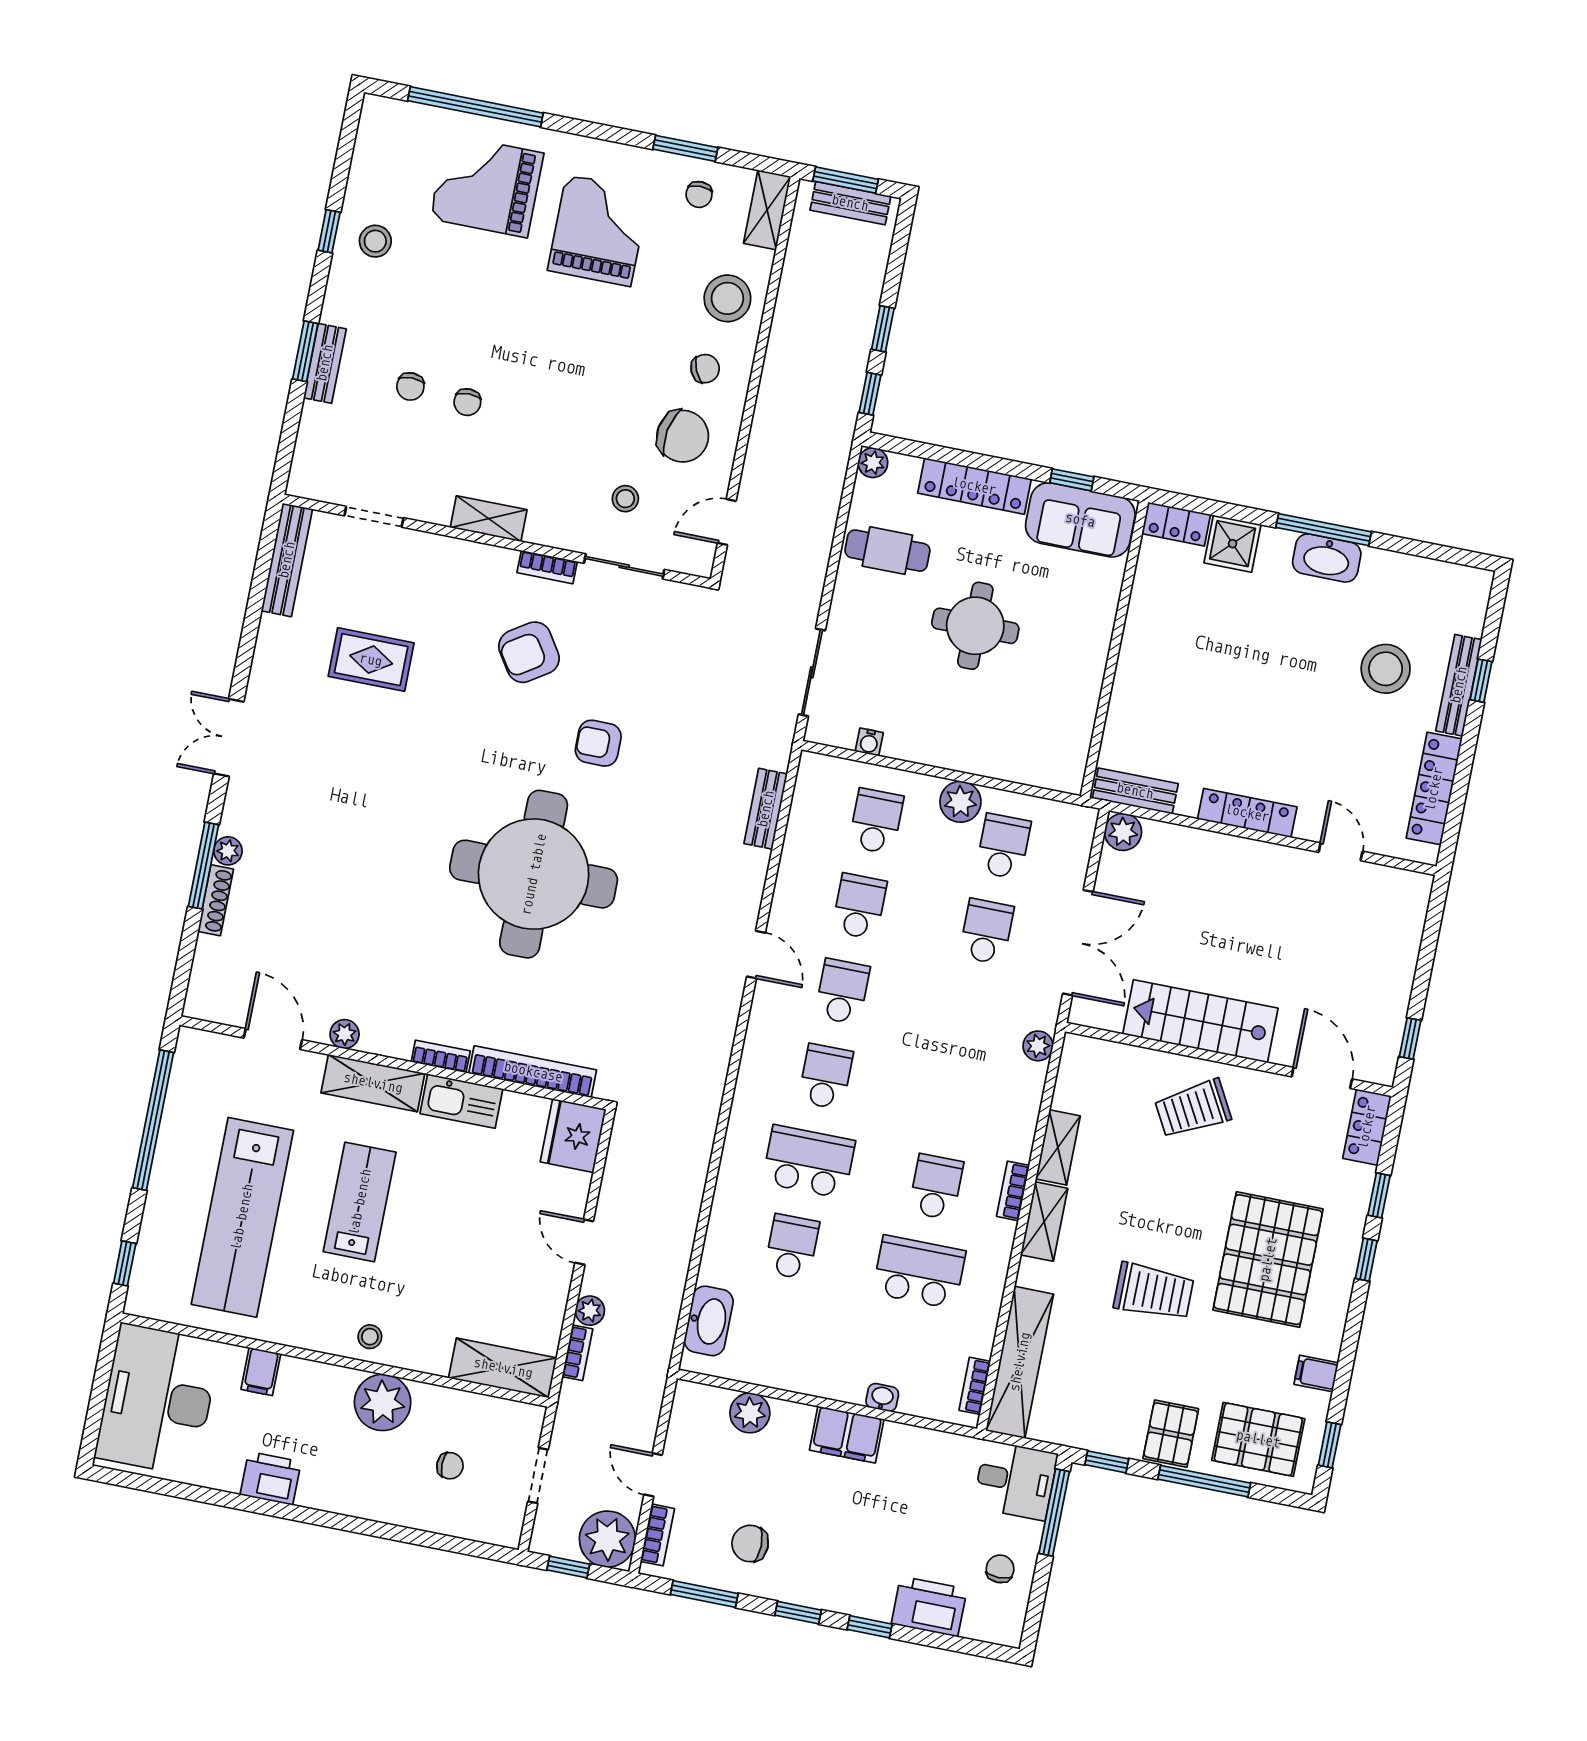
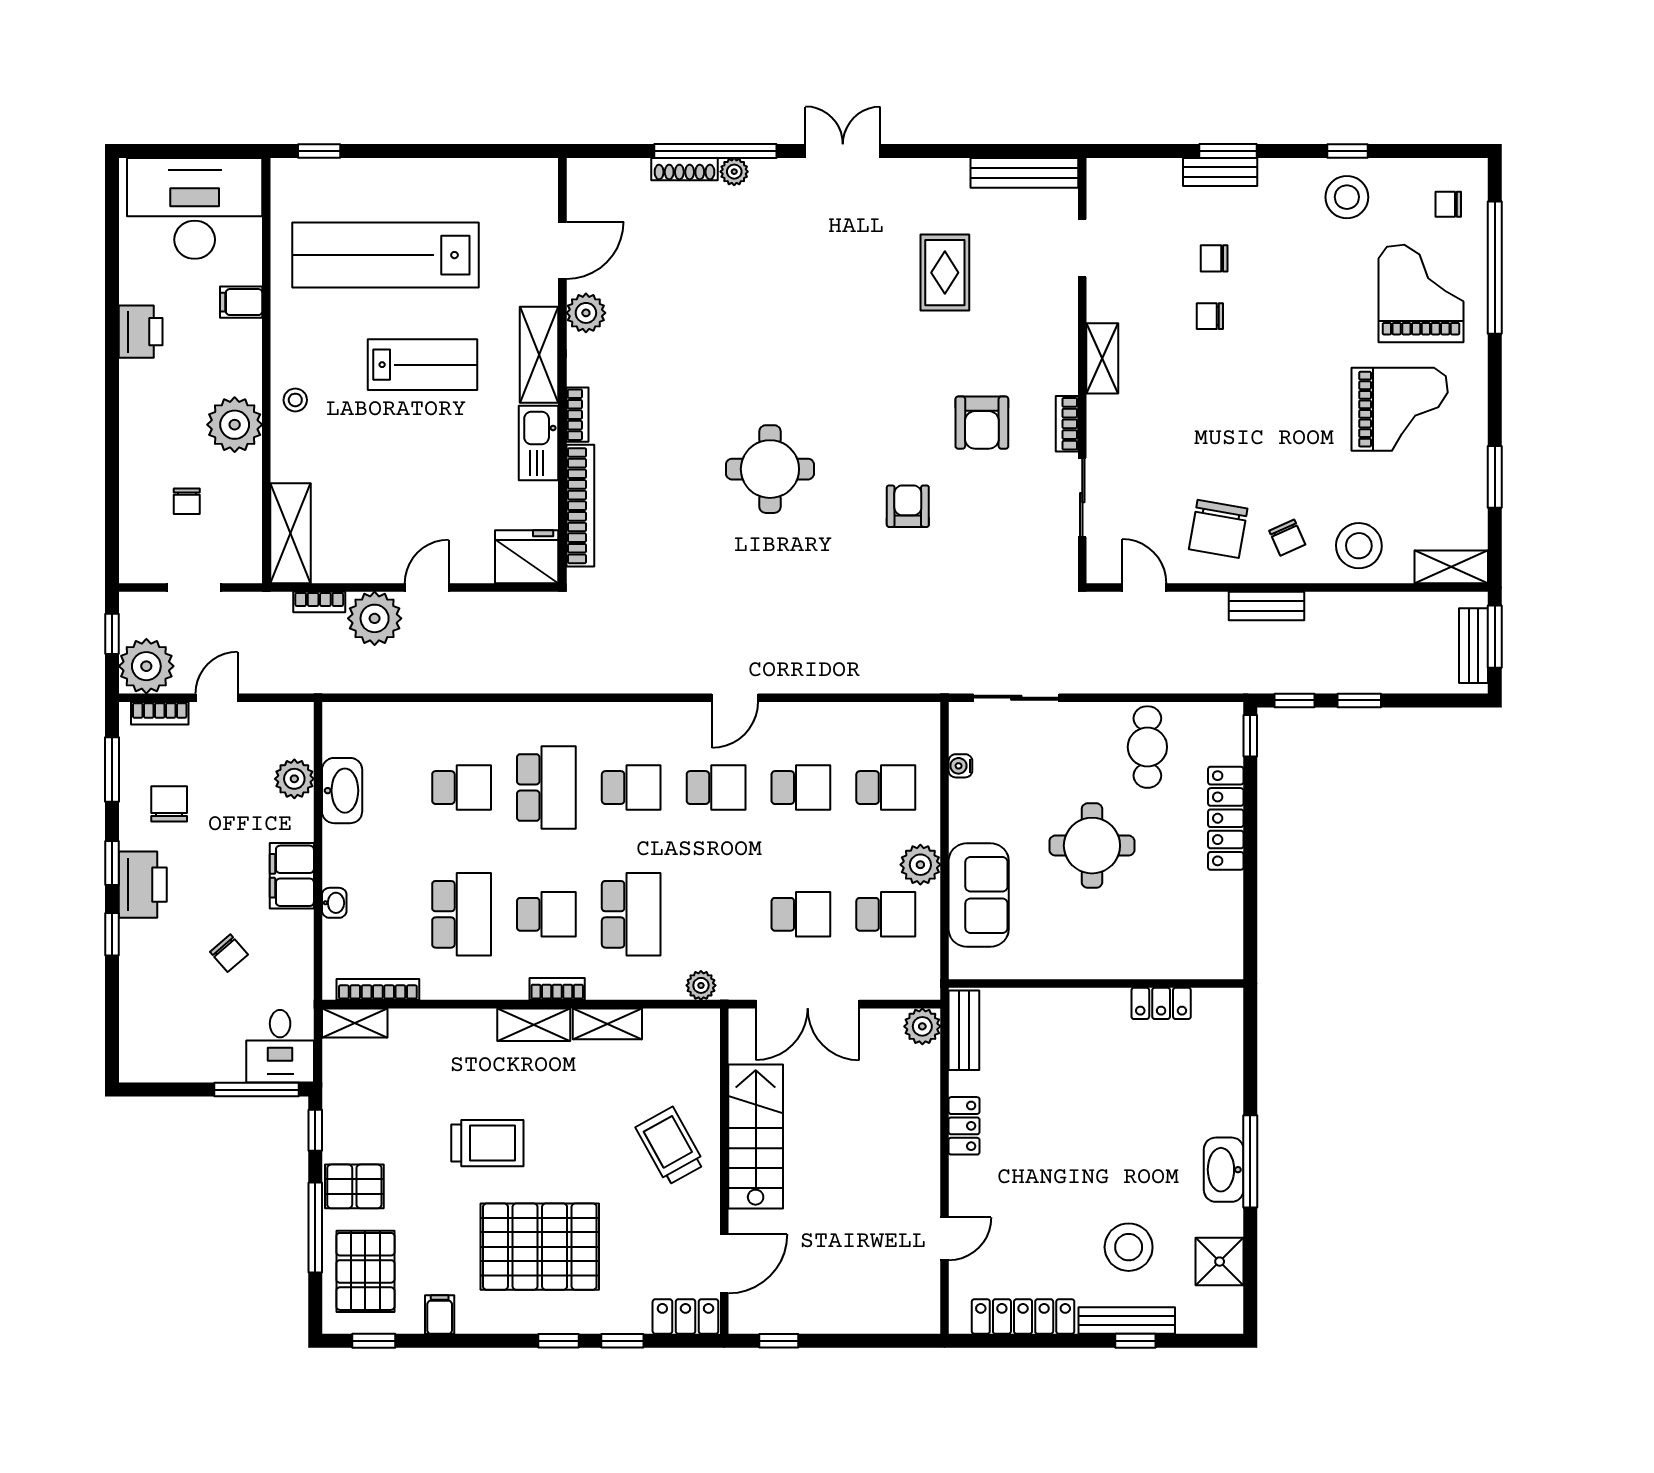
chair: (699, 194) -> (1448, 204), moved
stool: (375, 241) -> (1347, 197), width x1.38, depth x1.38
plant: (873, 463) -> (1229, 716), removed
window: (1072, 480) -> (1250, 736), moved
stool: (625, 499) -> (1147, 486), removed
sofa: (1080, 520) -> (979, 895), moved, turned 180
locker: (1176, 524) -> (1161, 1003), moved, turned -90
shower: (1233, 544) -> (1220, 1262), moved
armchair: (529, 652) -> (982, 423), turned -147
bench: (766, 809) -> (1267, 606), moved
locker: (1247, 813) -> (964, 1126), width x0.66
window: (203, 866) -> (715, 151), width x1.46
round table: (534, 874) -> (770, 469), width x0.54, depth x0.54
plant: (345, 1034) -> (586, 313), width x1.38, depth x1.38
school desk: (953, 1102) -> (631, 914), added
window: (153, 1120) -> (462, 151), removed
trolley: (1154, 1292) -> (487, 1143), turned -90
plant: (590, 1311) -> (375, 618), width x1.87, depth x1.87
washbasin: (709, 1321) -> (342, 791), moved, turned -90
shelving: (1020, 1362) -> (355, 1023), width x0.45, depth x0.75
bookcase: (975, 1386) -> (378, 989), width x1.56
chair: (1000, 1569) -> (229, 953), moved, turned 49
printer: (929, 1606) -> (143, 885), moved

